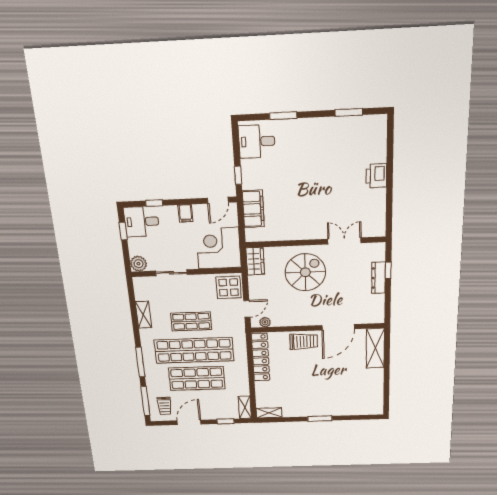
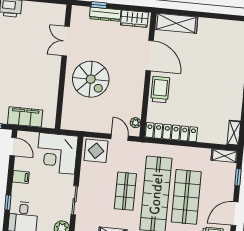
wardrobe: (255, 261) -> (134, 19), moved, turned 180
spiral stairs: (305, 272) -> (91, 79), turned 180
door: (189, 422) -> (235, 214), hinge flipped

